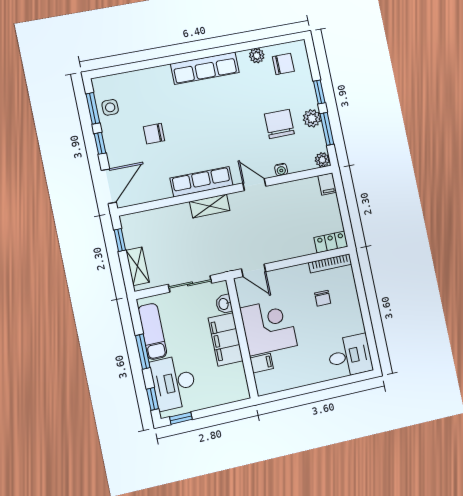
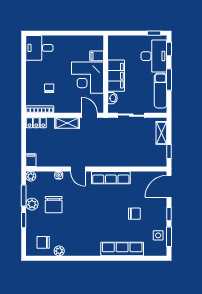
row of seats: (205, 68) -> (122, 249), moved
shelving: (210, 206) -> (67, 123), moved

